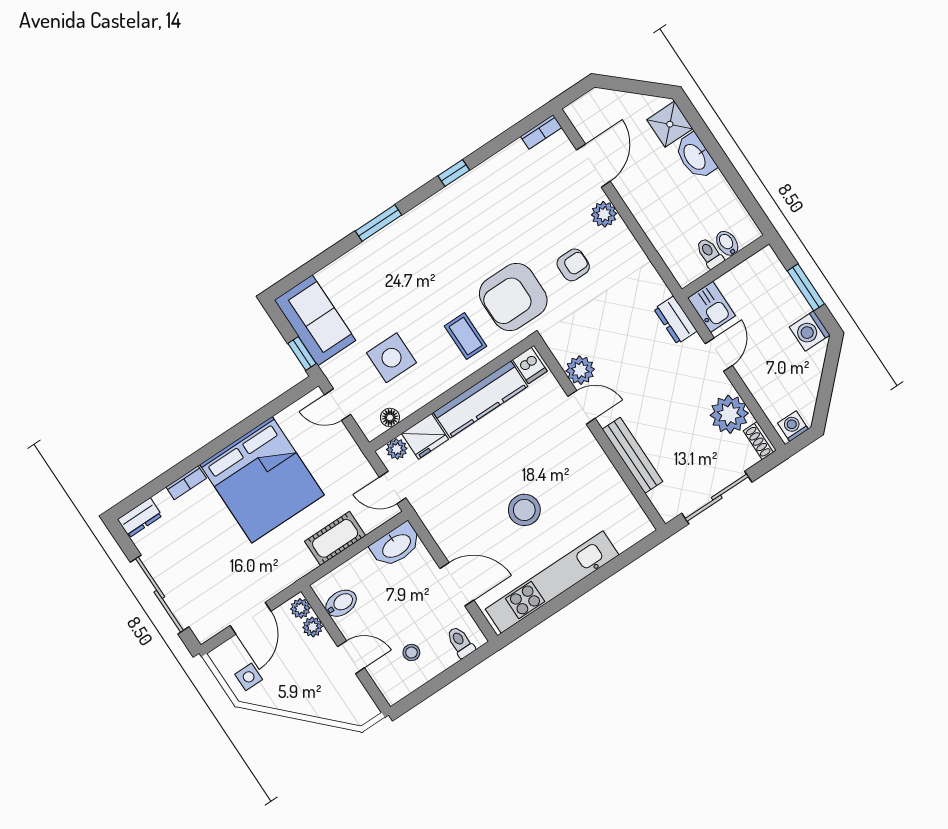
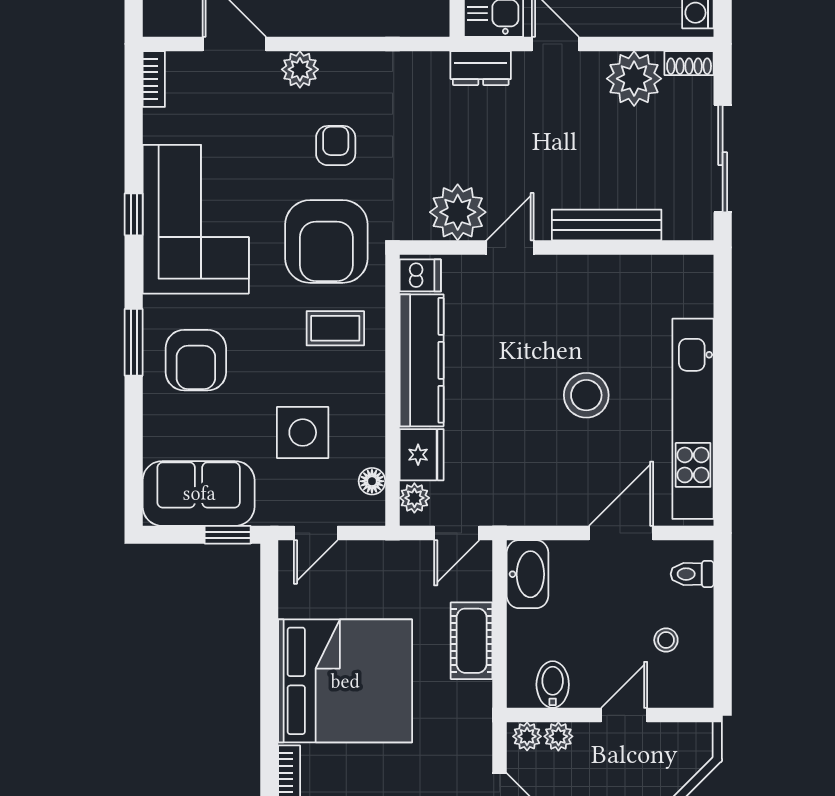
corner sofa: (475, 211) -> (196, 219), added
armchair: (392, 267) -> (196, 360), added
plant: (580, 370) -> (458, 212), width x1.36, depth x1.36

